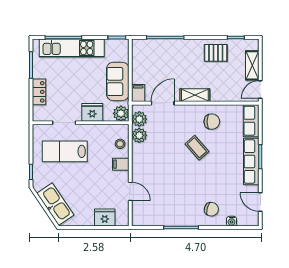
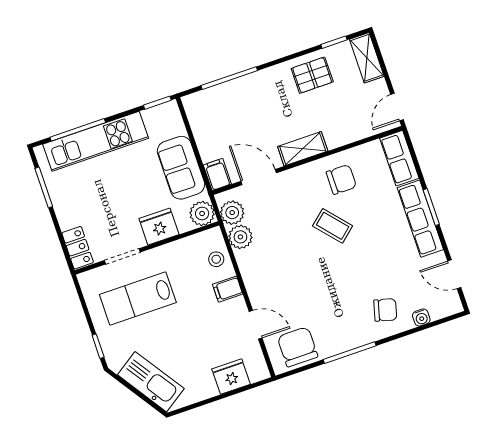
shelving: (252, 65) -> (367, 58), moved
locker: (39, 92) -> (78, 248), moved
door: (163, 103) -> (259, 177), hinge flipped
chair: (151, 213) -> (298, 347), added

